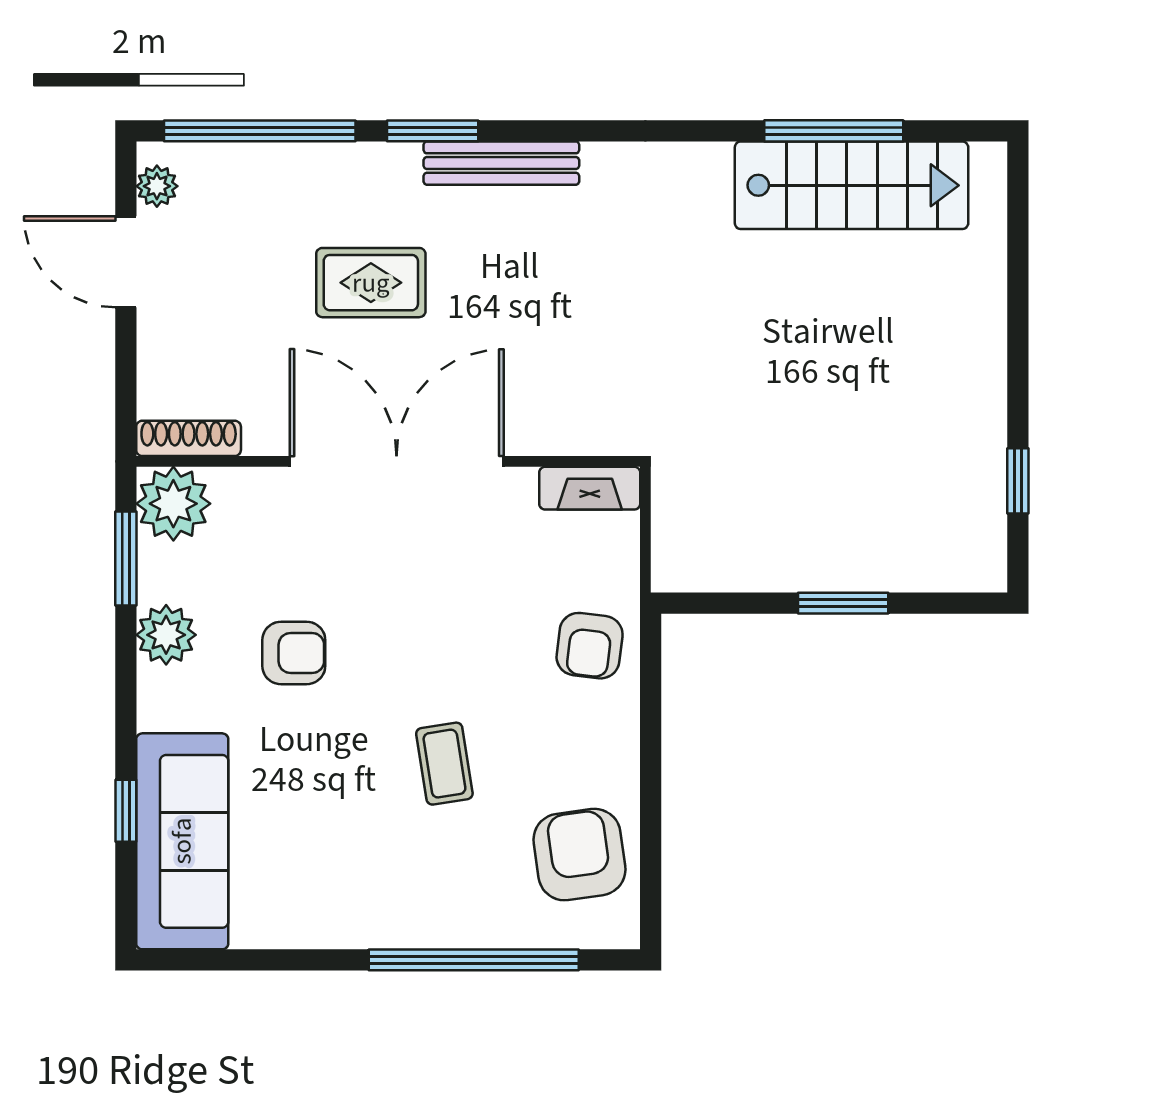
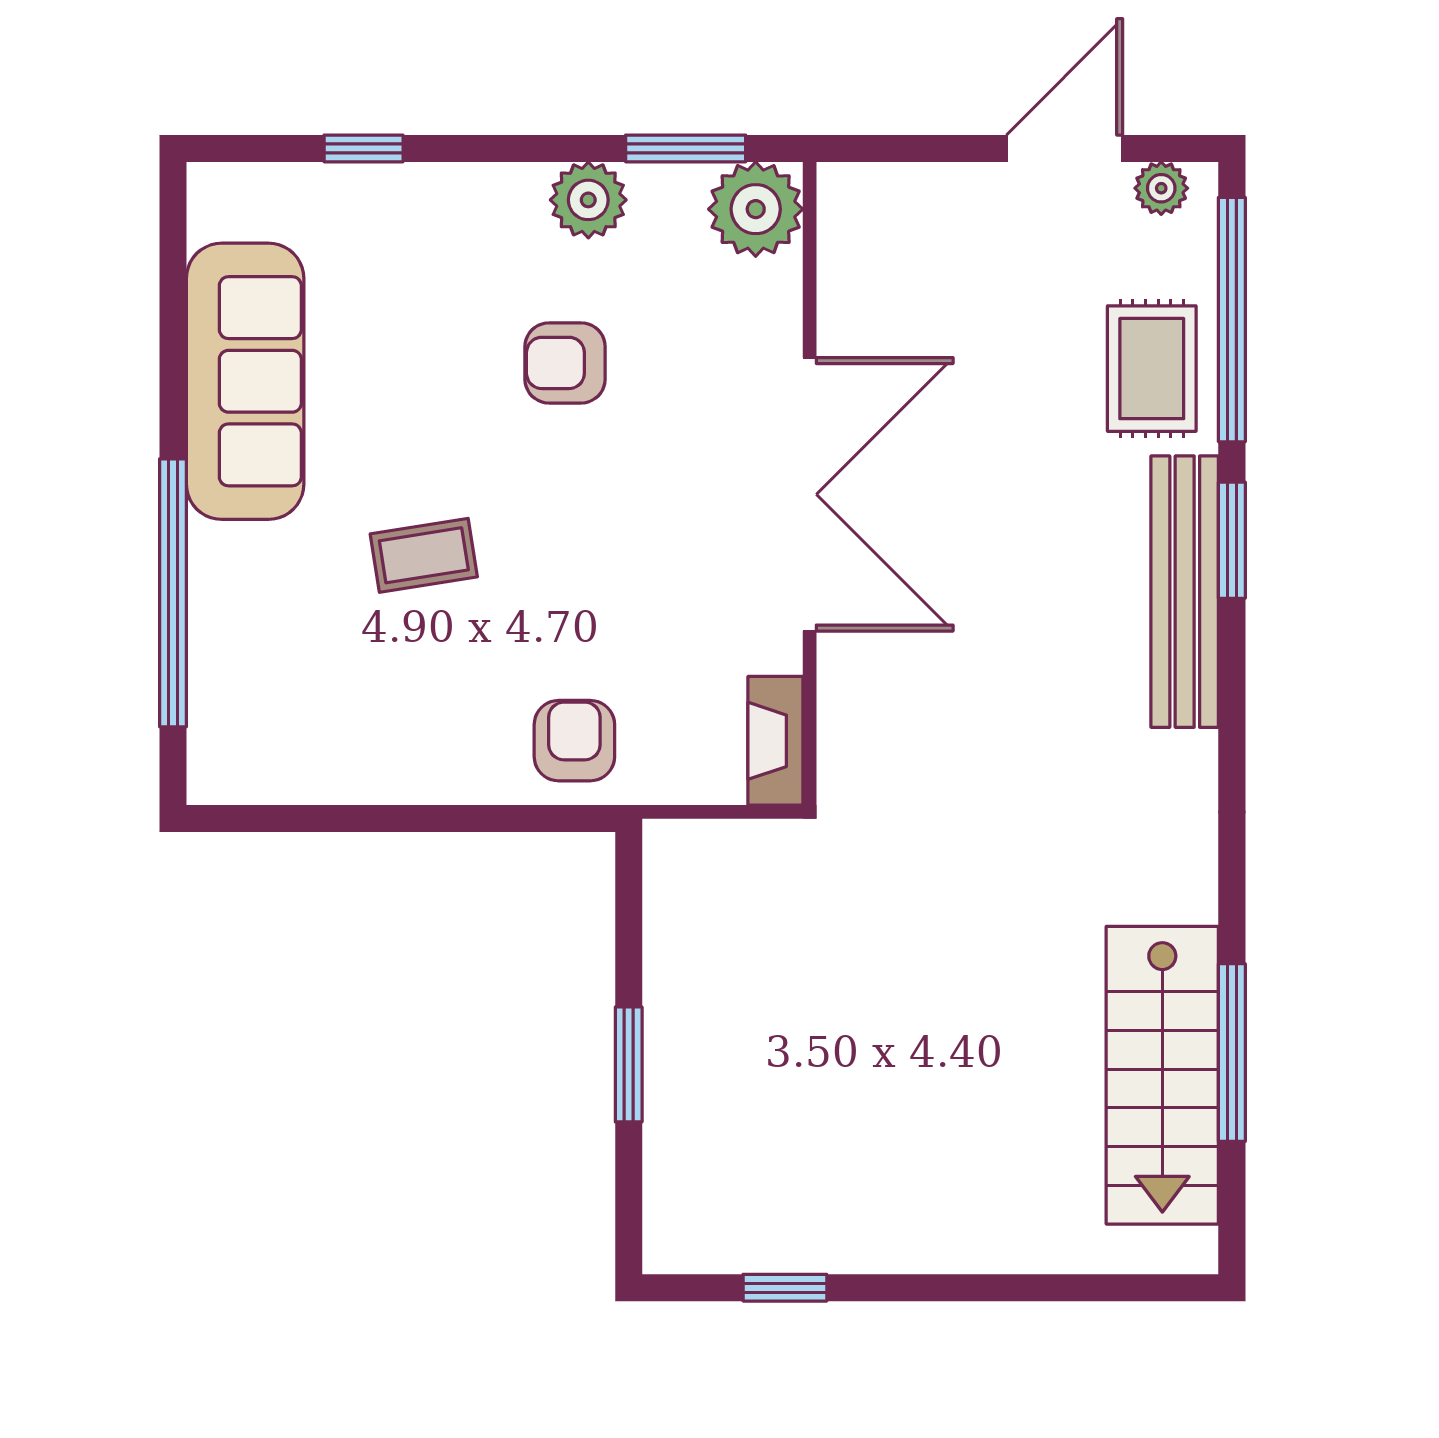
bench: (501, 163) -> (1185, 592), width x1.37, depth x1.21
rug: (371, 283) -> (1152, 369), moved
shoe rack: (189, 438) -> (839, 229), removed
armchair: (590, 646) -> (574, 741), turned 83
armchair: (294, 653) -> (565, 363), turned 90
sofa: (182, 841) -> (245, 381), moved, turned -90
armchair: (579, 855) -> (308, 728), removed

